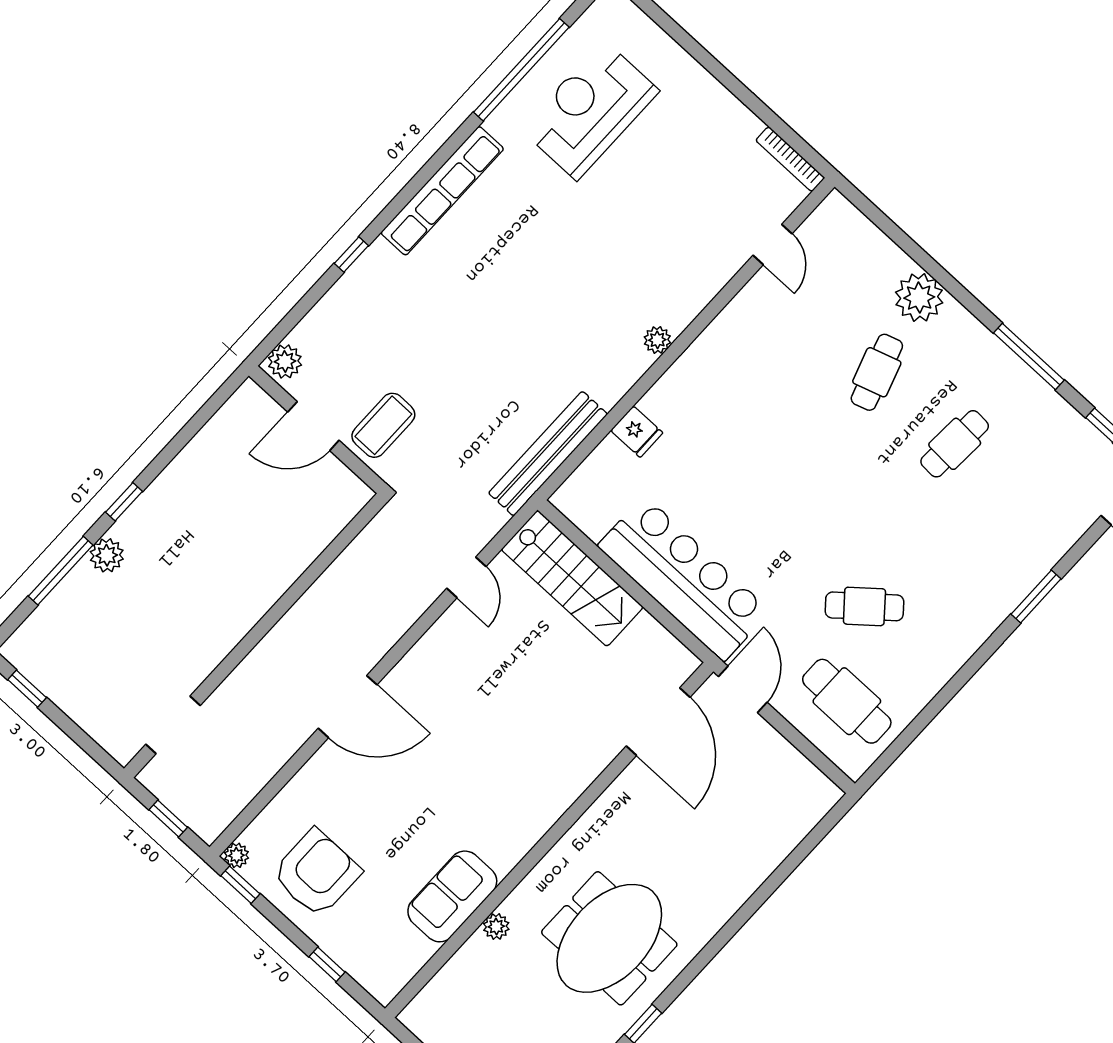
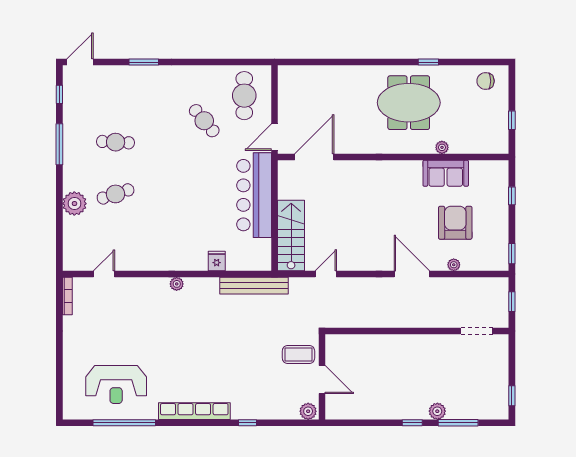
plant: (236, 855) -> (454, 265), moved
armchair: (316, 873) -> (455, 223), moved, turned 90

